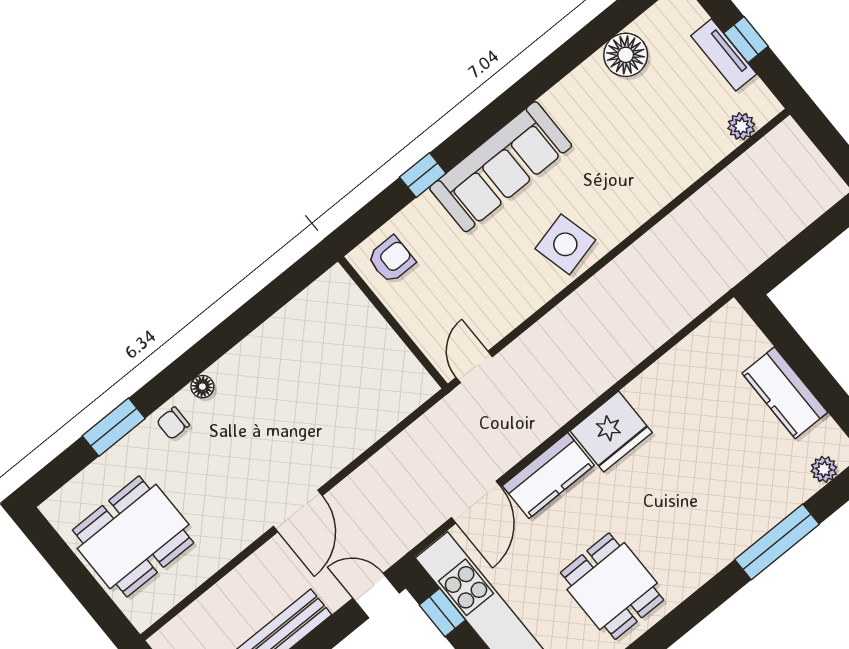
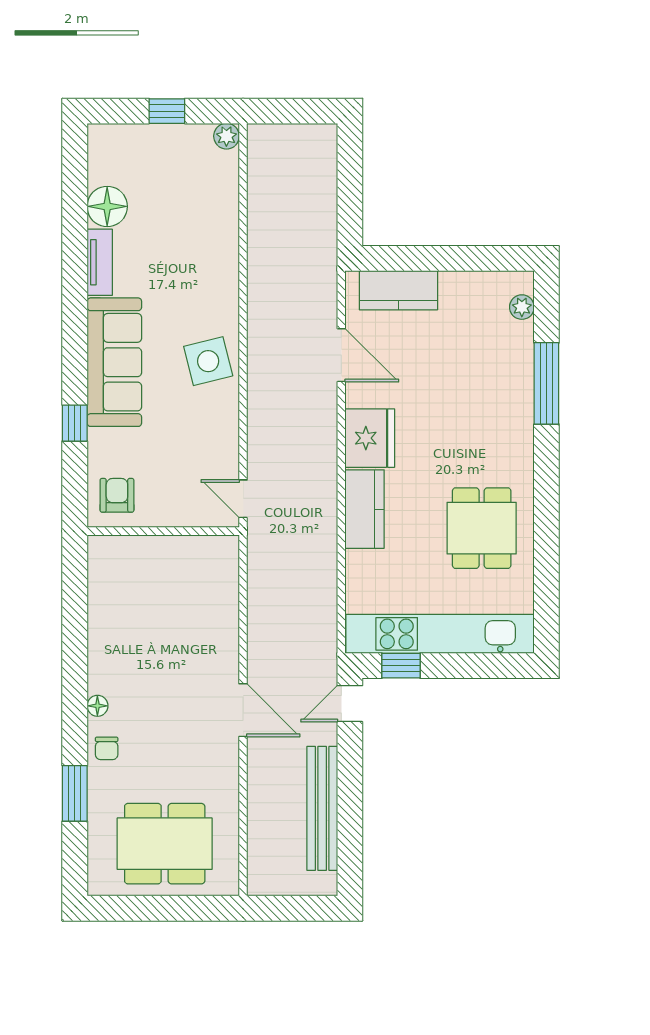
tv unit: (724, 55) -> (100, 262), moved, turned -90
plant: (741, 126) -> (226, 136), moved
kitchen counter: (785, 393) -> (398, 290), moved
door: (476, 502) -> (341, 355), moved
dining table: (133, 536) -> (165, 844), turned 90
dining table: (612, 586) -> (482, 528), turned 90

